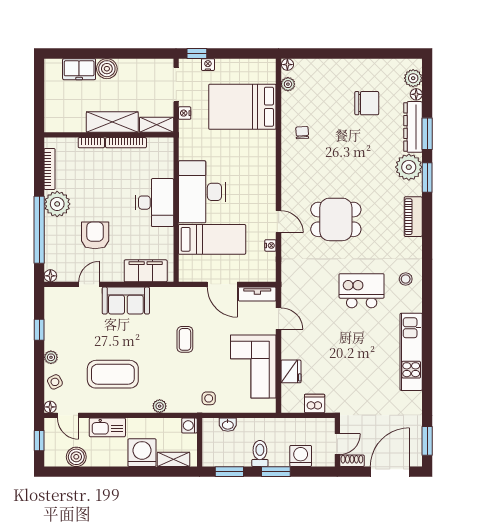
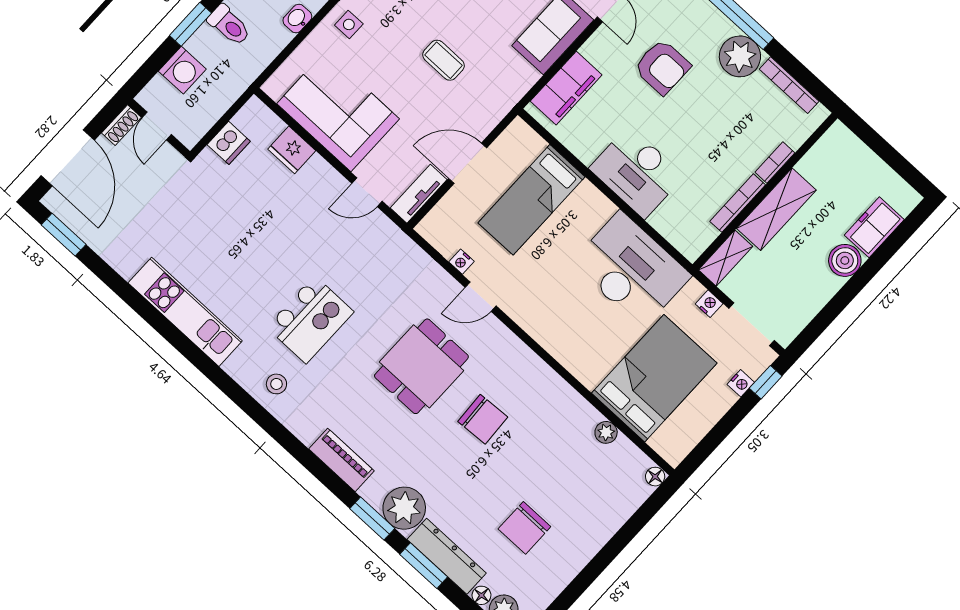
plant: (288, 84) -> (606, 432), moved
chair: (302, 133) -> (483, 419), moved, width x1.87, depth x1.87
desk: (202, 192) -> (631, 269), moved

